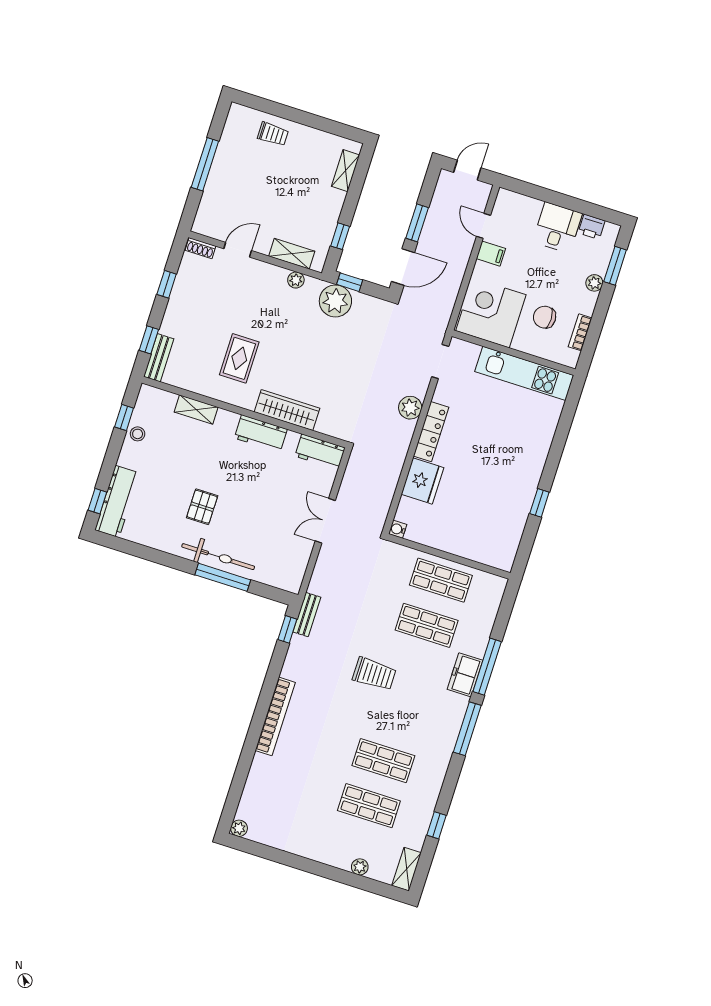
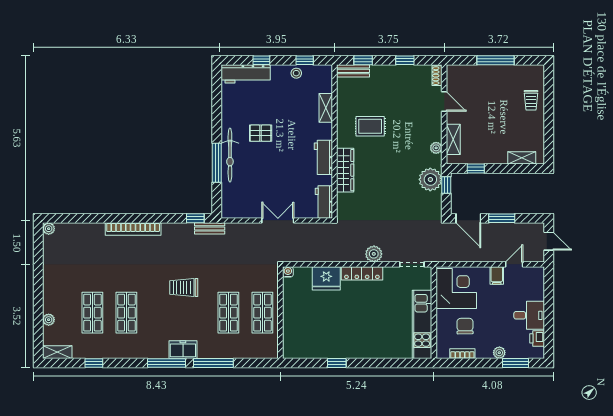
window: (97, 501) -> (261, 60), moved
trolley: (374, 674) -> (184, 288), turned 90
freezer: (465, 675) -> (183, 350), moved

